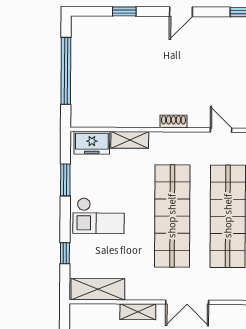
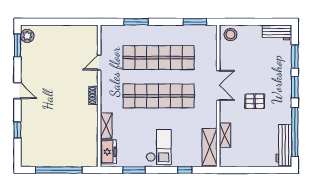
shelving: (138, 312) -> (225, 135), moved

